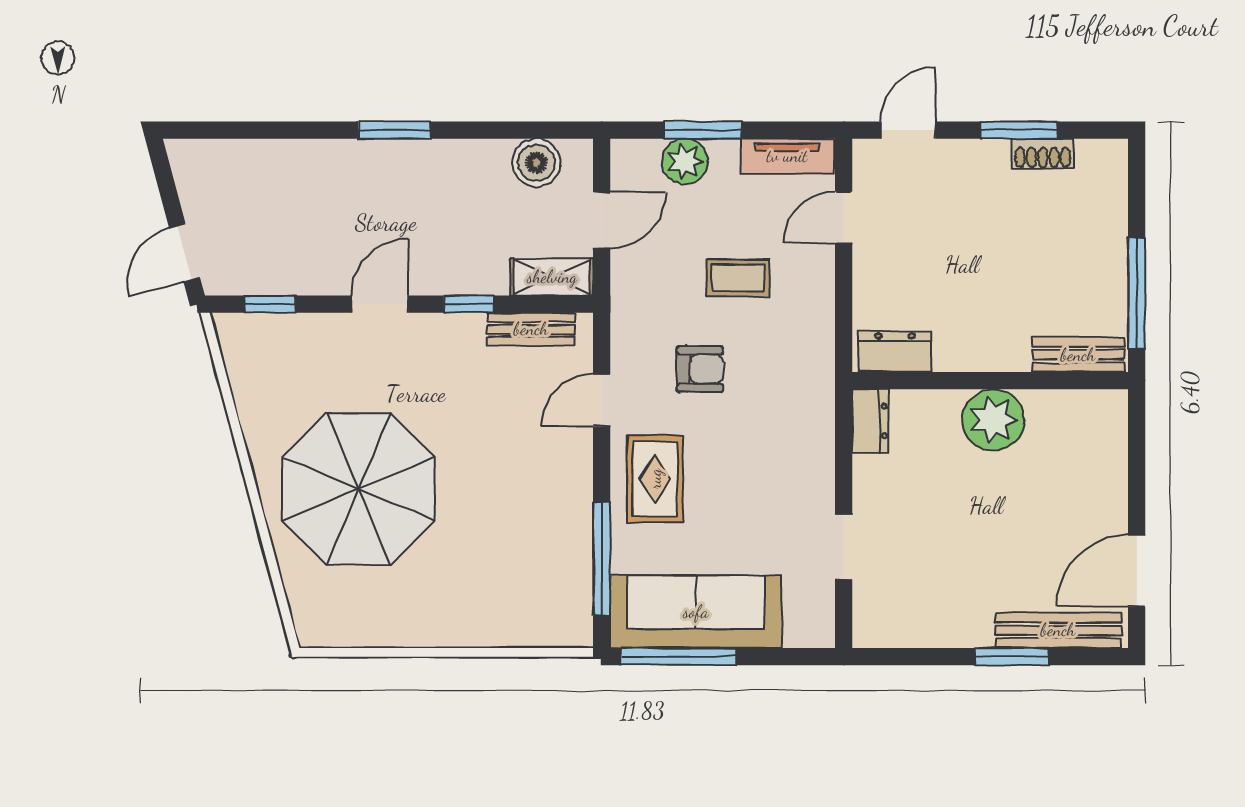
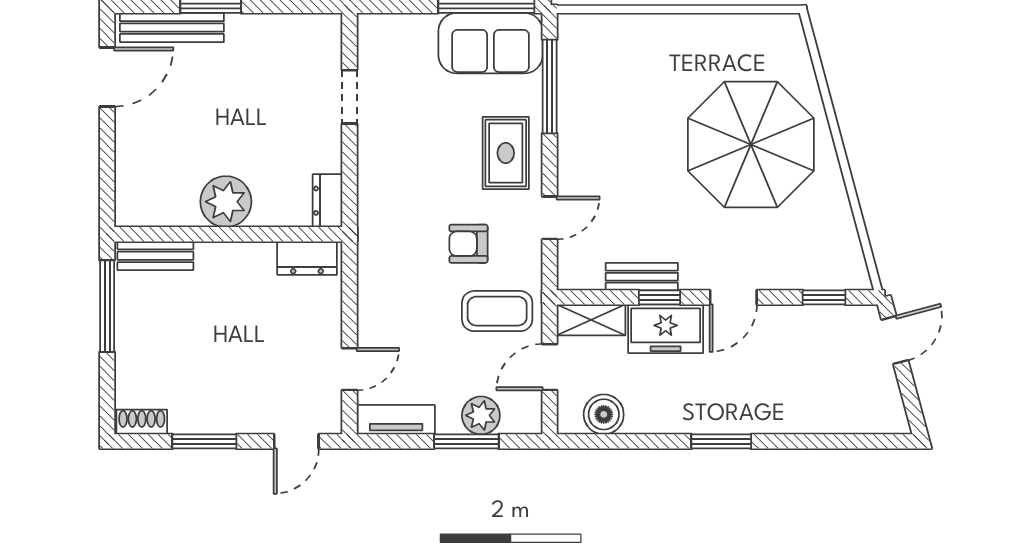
shoe rack: (1043, 154) -> (142, 422), moved
freezer: (462, 266) -> (666, 329), added
coffee table: (738, 278) -> (497, 311), moved, width x1.36, depth x1.30
bench: (531, 329) -> (642, 277), moved
sofa: (696, 612) -> (491, 43), width x0.73

